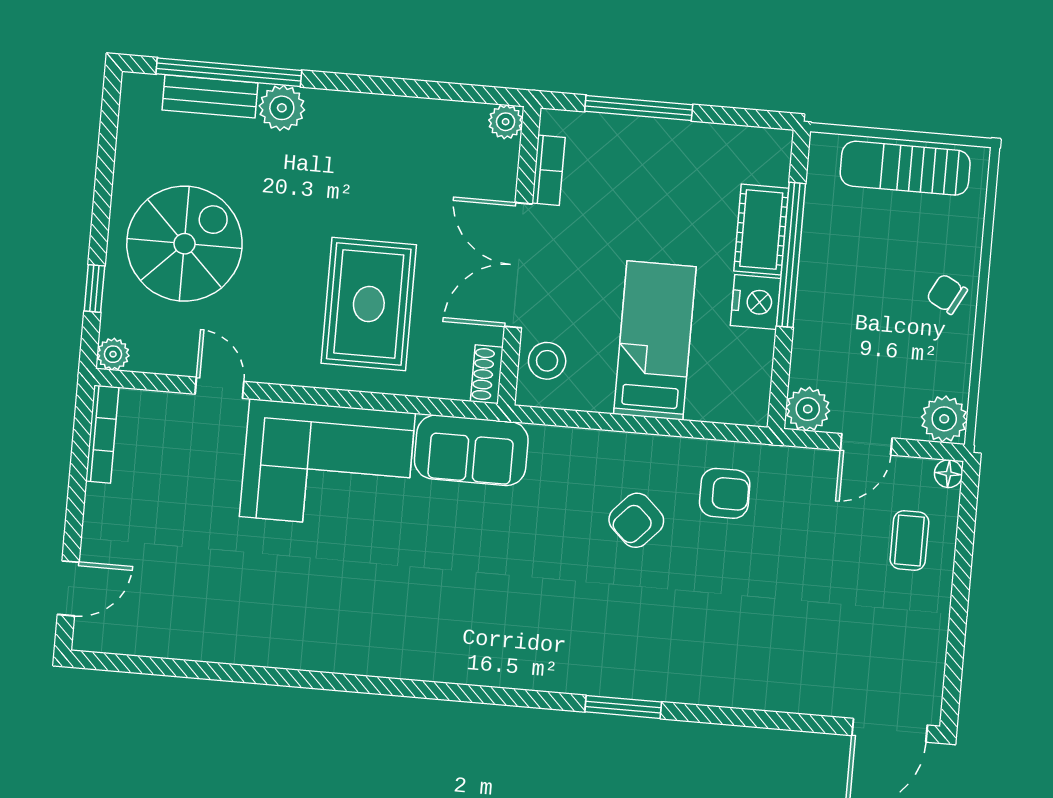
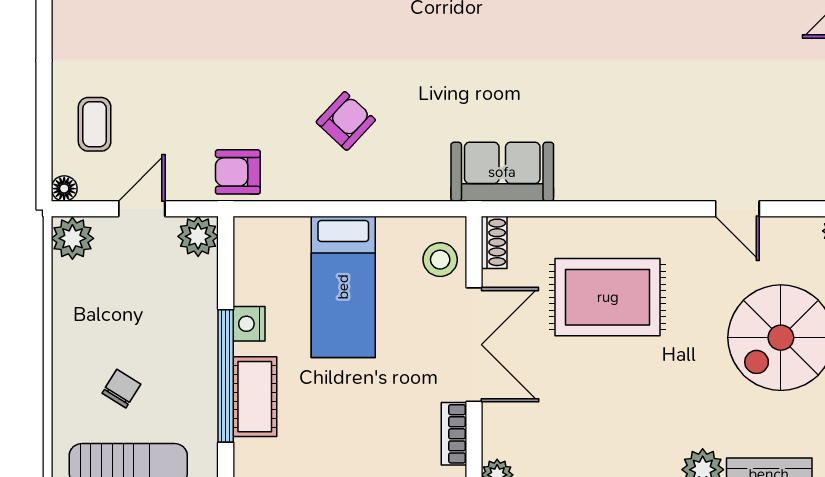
chair: (947, 294) -> (121, 389), moved, turned -86
nightstand: (756, 302) -> (249, 324), width x0.74, depth x0.75
rug: (369, 304) -> (608, 297), turned 90
corner sofa: (327, 465) -> (633, 147), removed
armchair: (725, 493) -> (238, 172), moved

